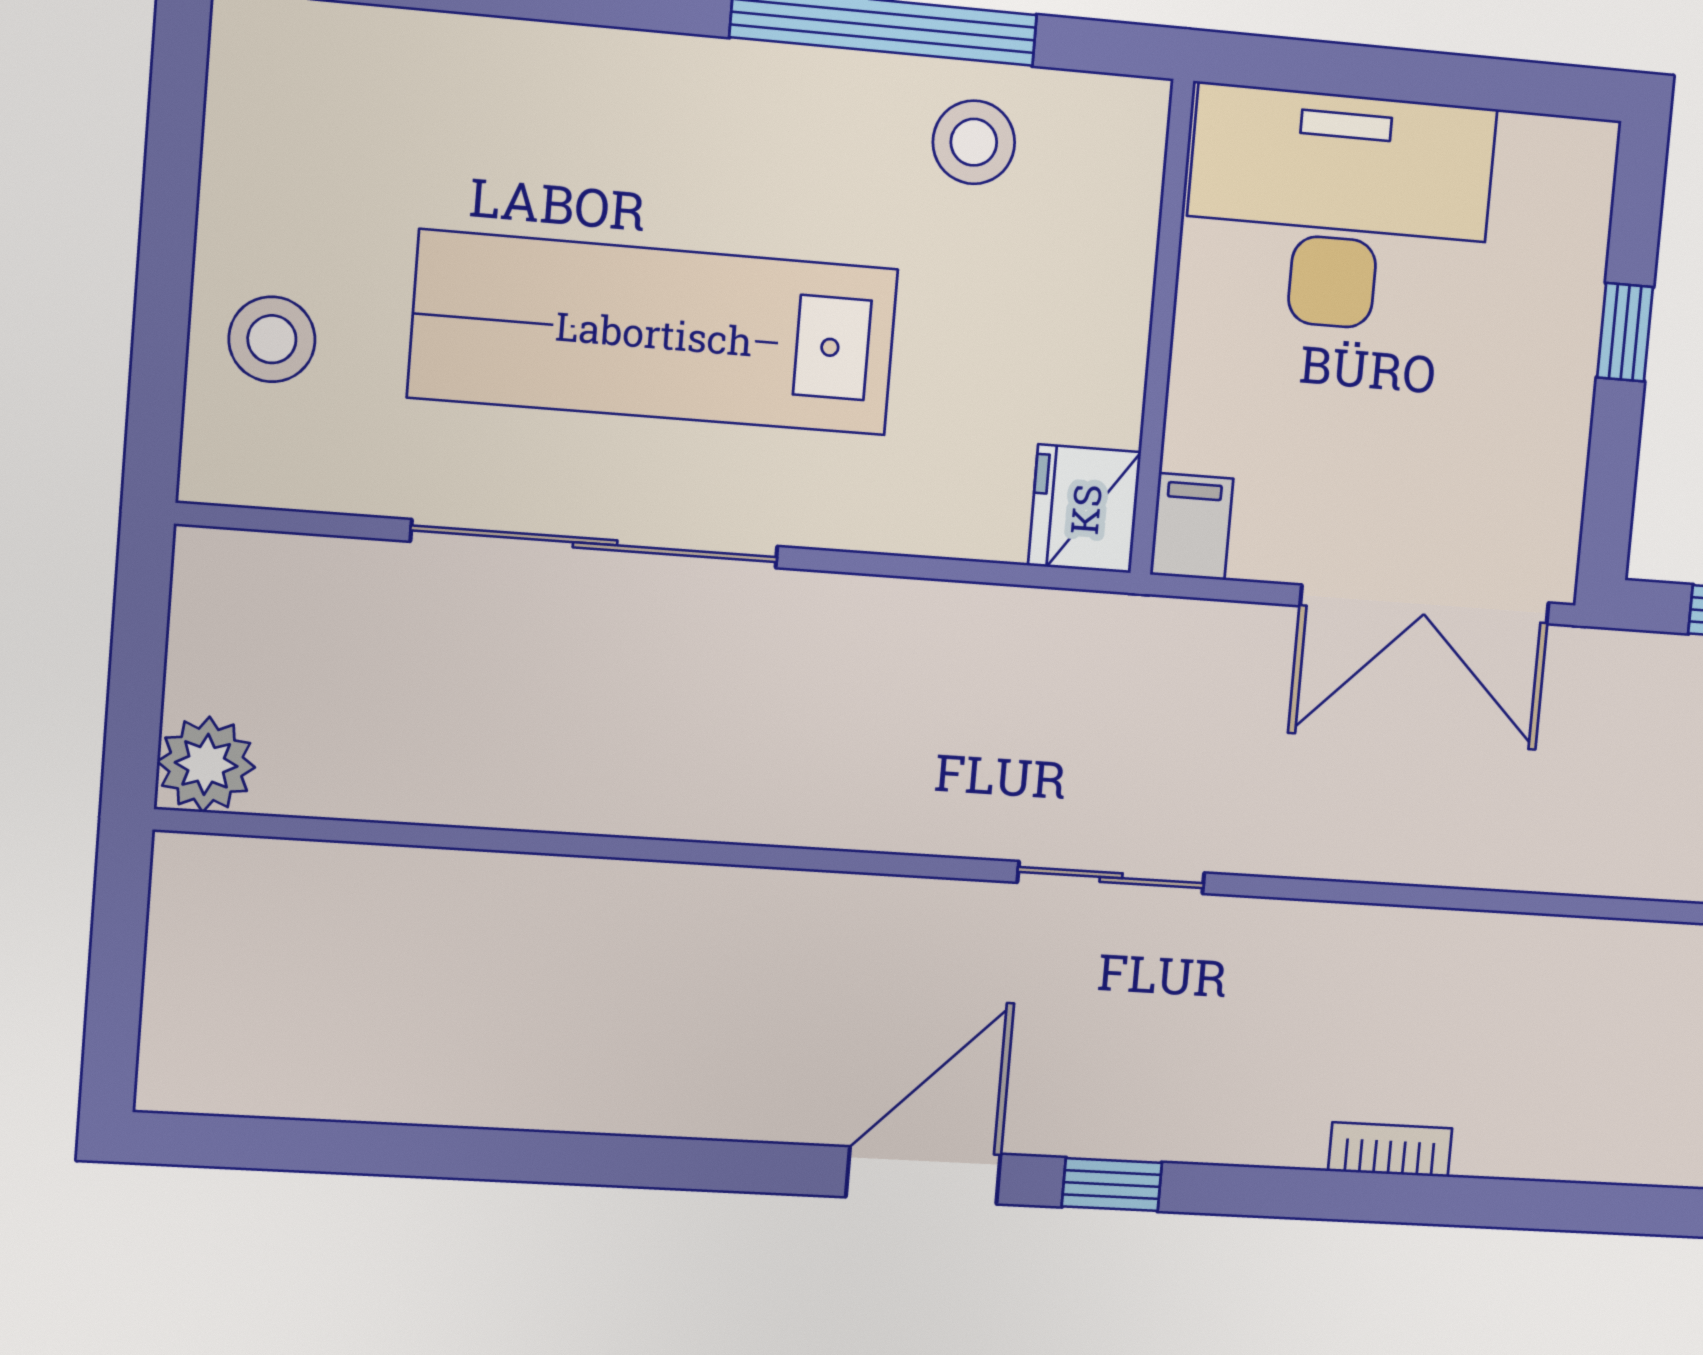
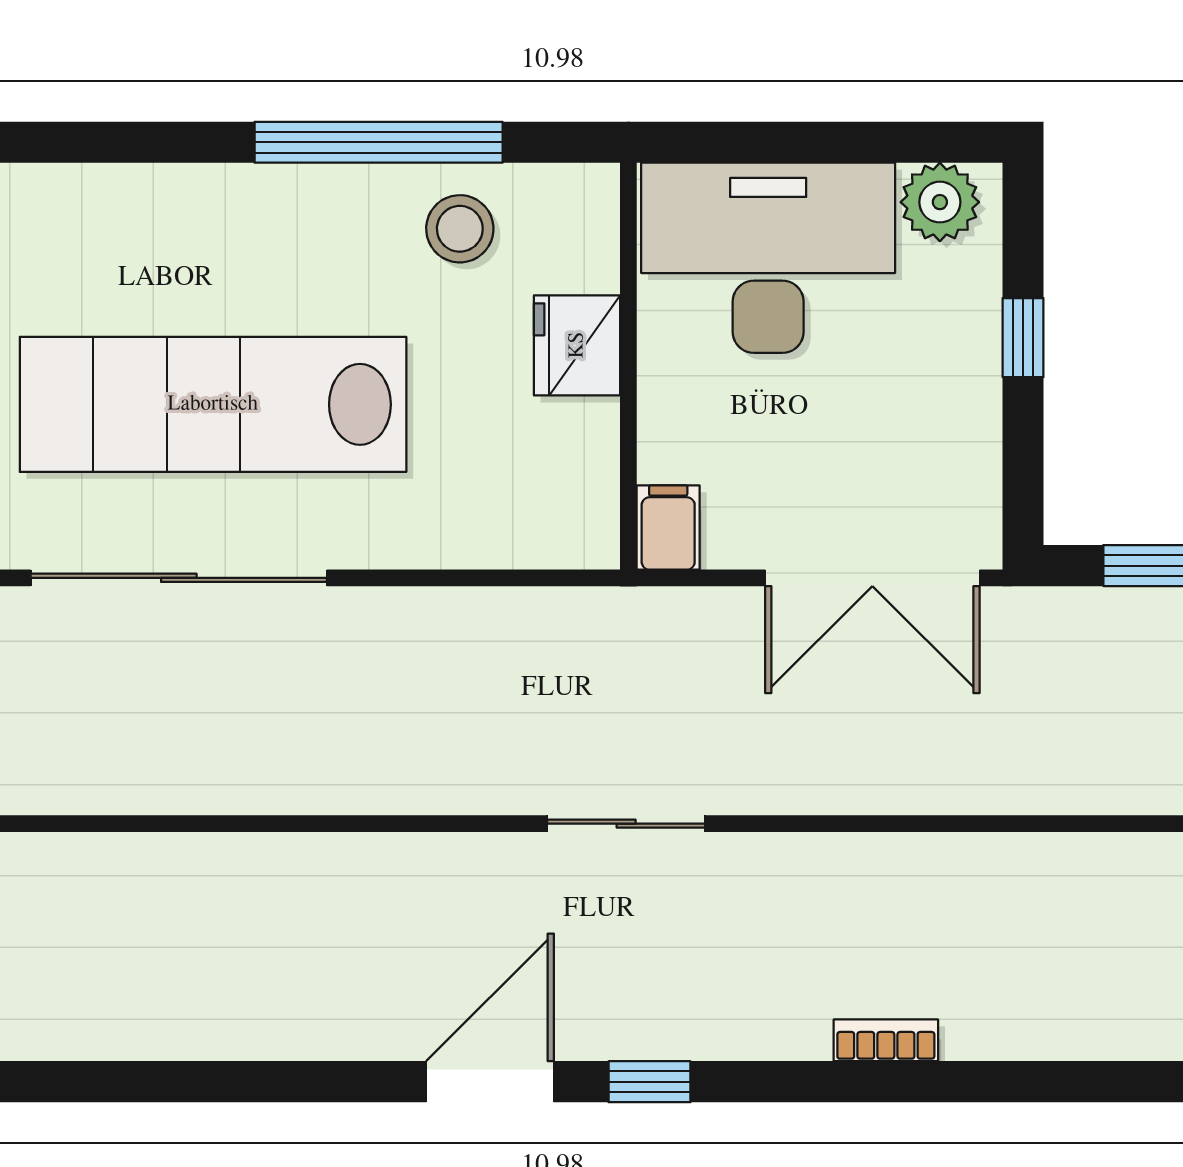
plant: (1545, 161) -> (940, 202), added
fridge: (1085, 509) -> (577, 345), moved

